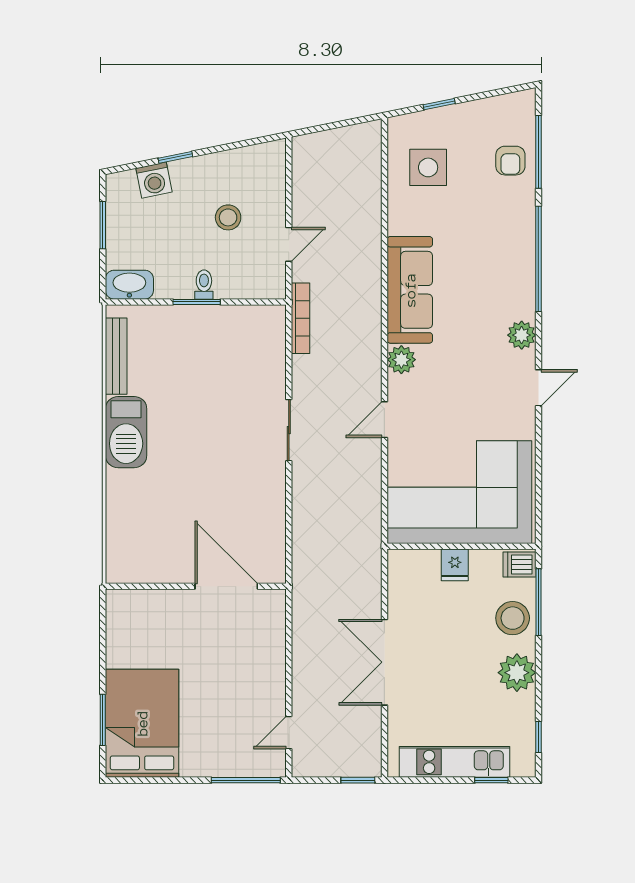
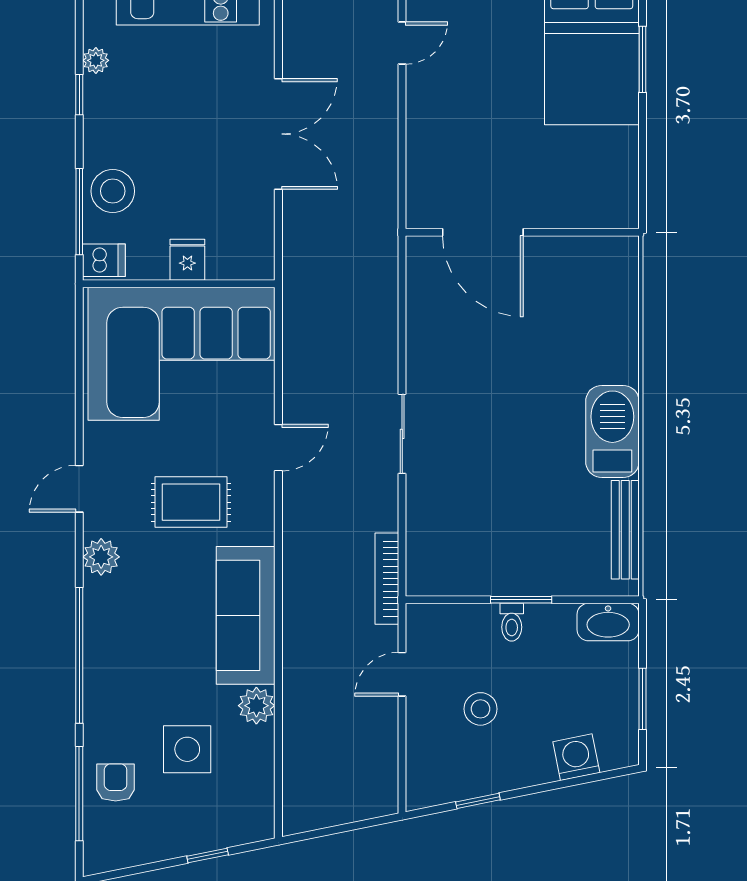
window: (175, 157) -> (478, 801), moved
side table: (428, 167) -> (187, 749), moved
plant: (401, 360) -> (256, 706), moved
rug: (452, 377) -> (191, 502), added
plant: (517, 673) -> (96, 60), moved, width x0.53, depth x0.53
window: (538, 737) -> (79, 95), moved

